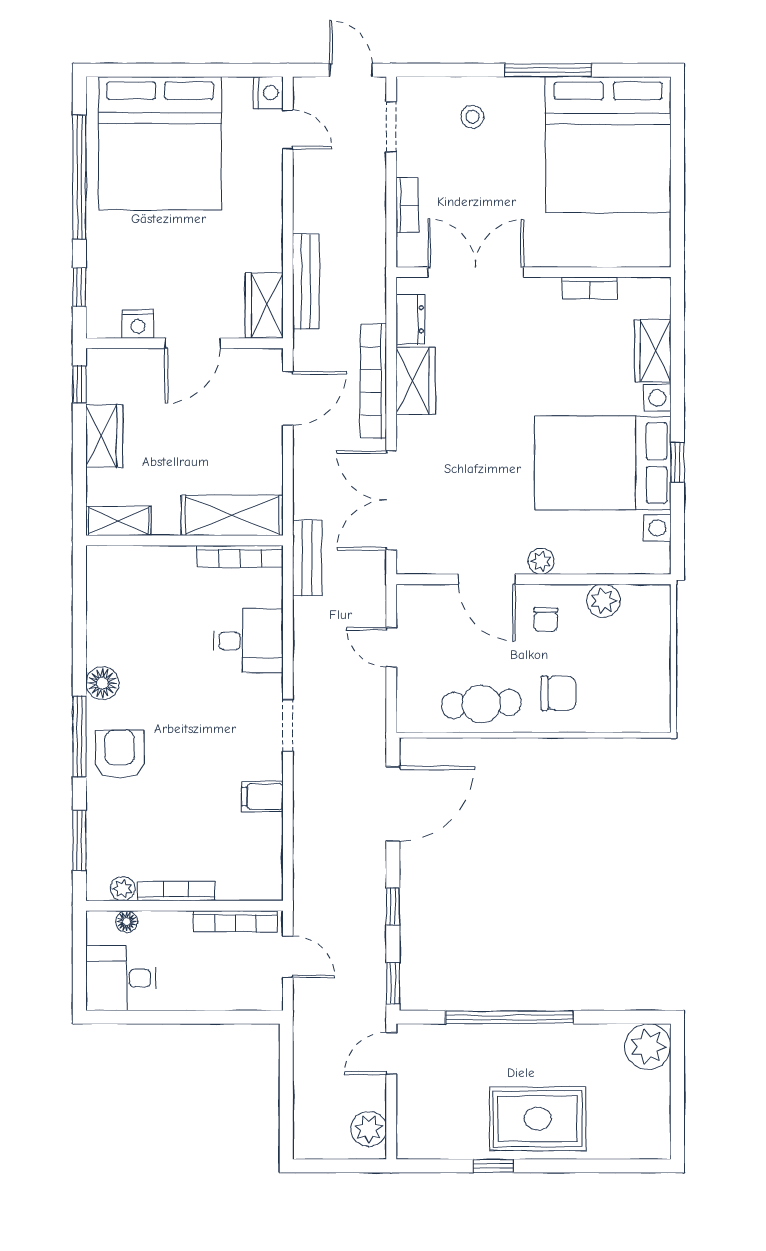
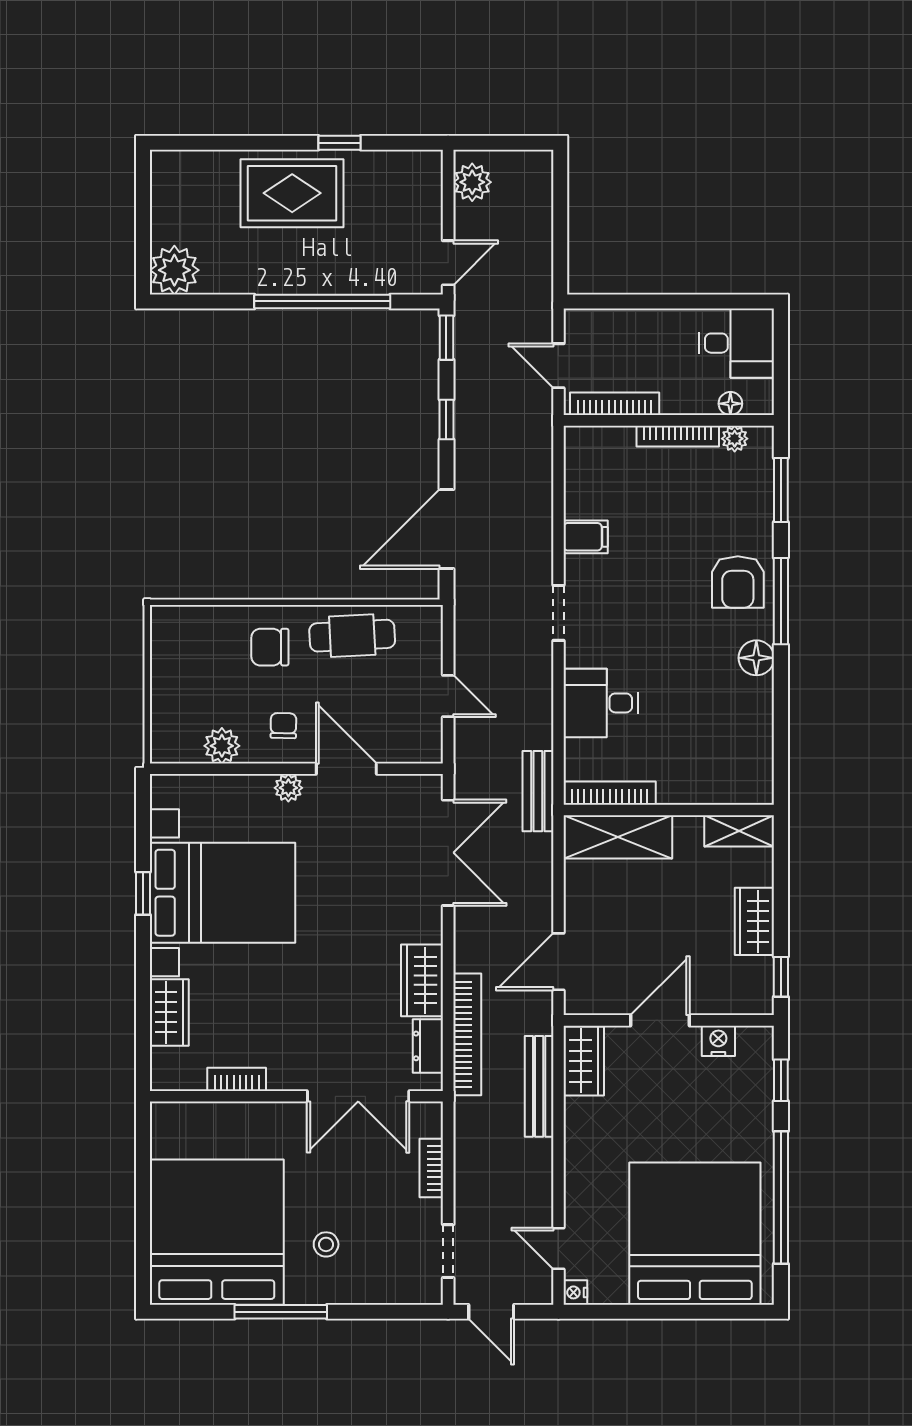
nightstand: (268, 93) -> (575, 1292), width x0.72, depth x0.74
stool: (473, 117) -> (326, 1244), moved
bookcase: (373, 381) -> (467, 1034), moved

